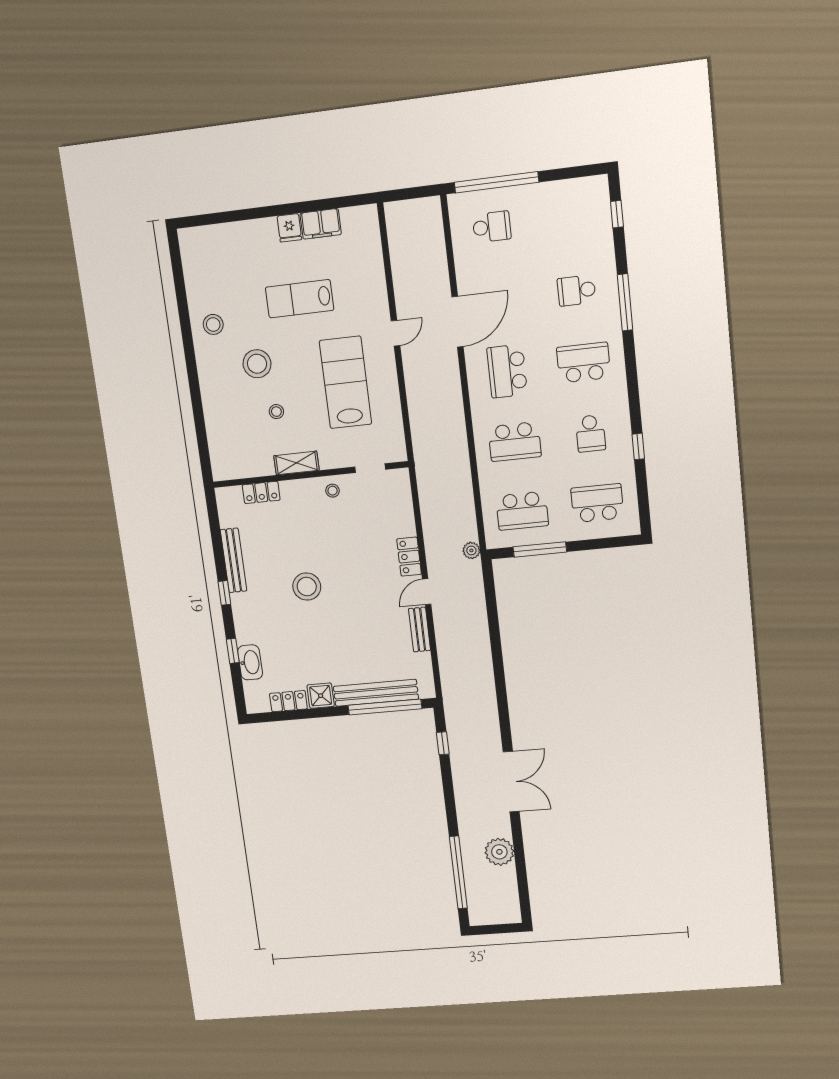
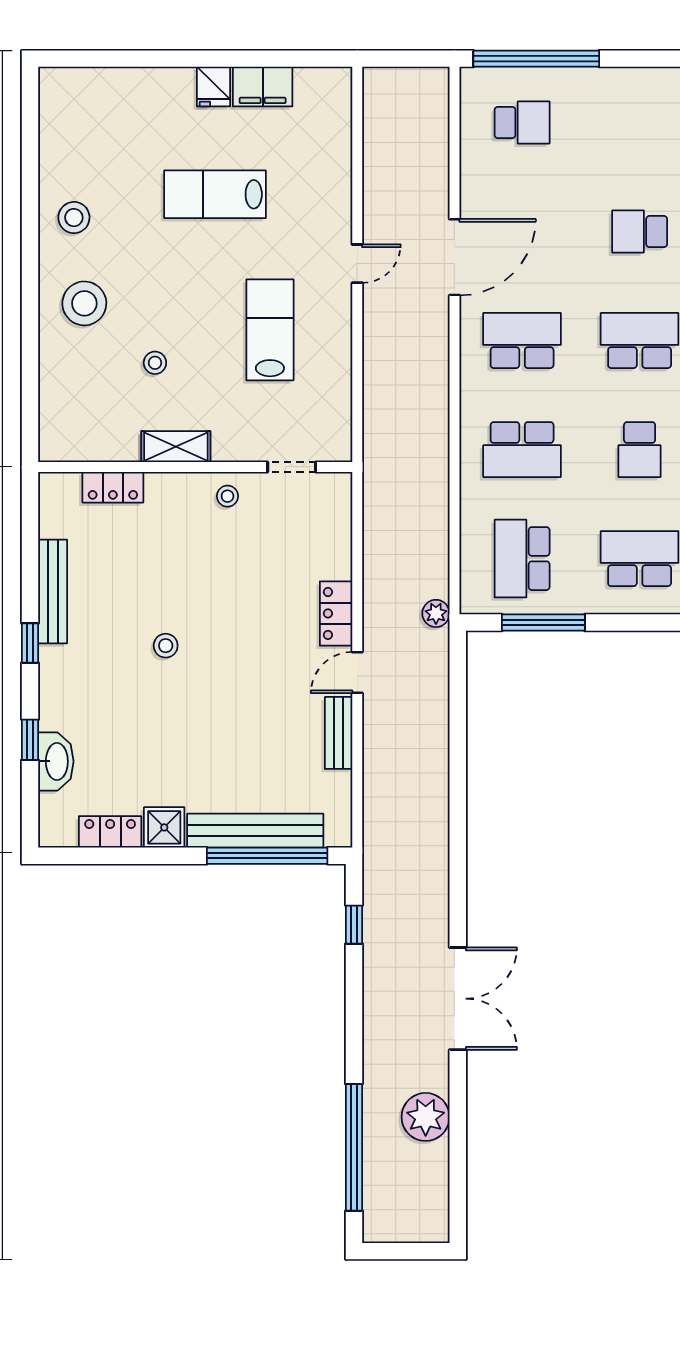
stool: (257, 364) -> (84, 303), moved
school desk: (507, 371) -> (522, 341), turned 90
lab bench: (346, 382) -> (270, 330), width x0.73, depth x0.72
school desk: (522, 511) -> (522, 559), turned 90
stool: (307, 587) -> (166, 646), width x0.53, depth x0.53

